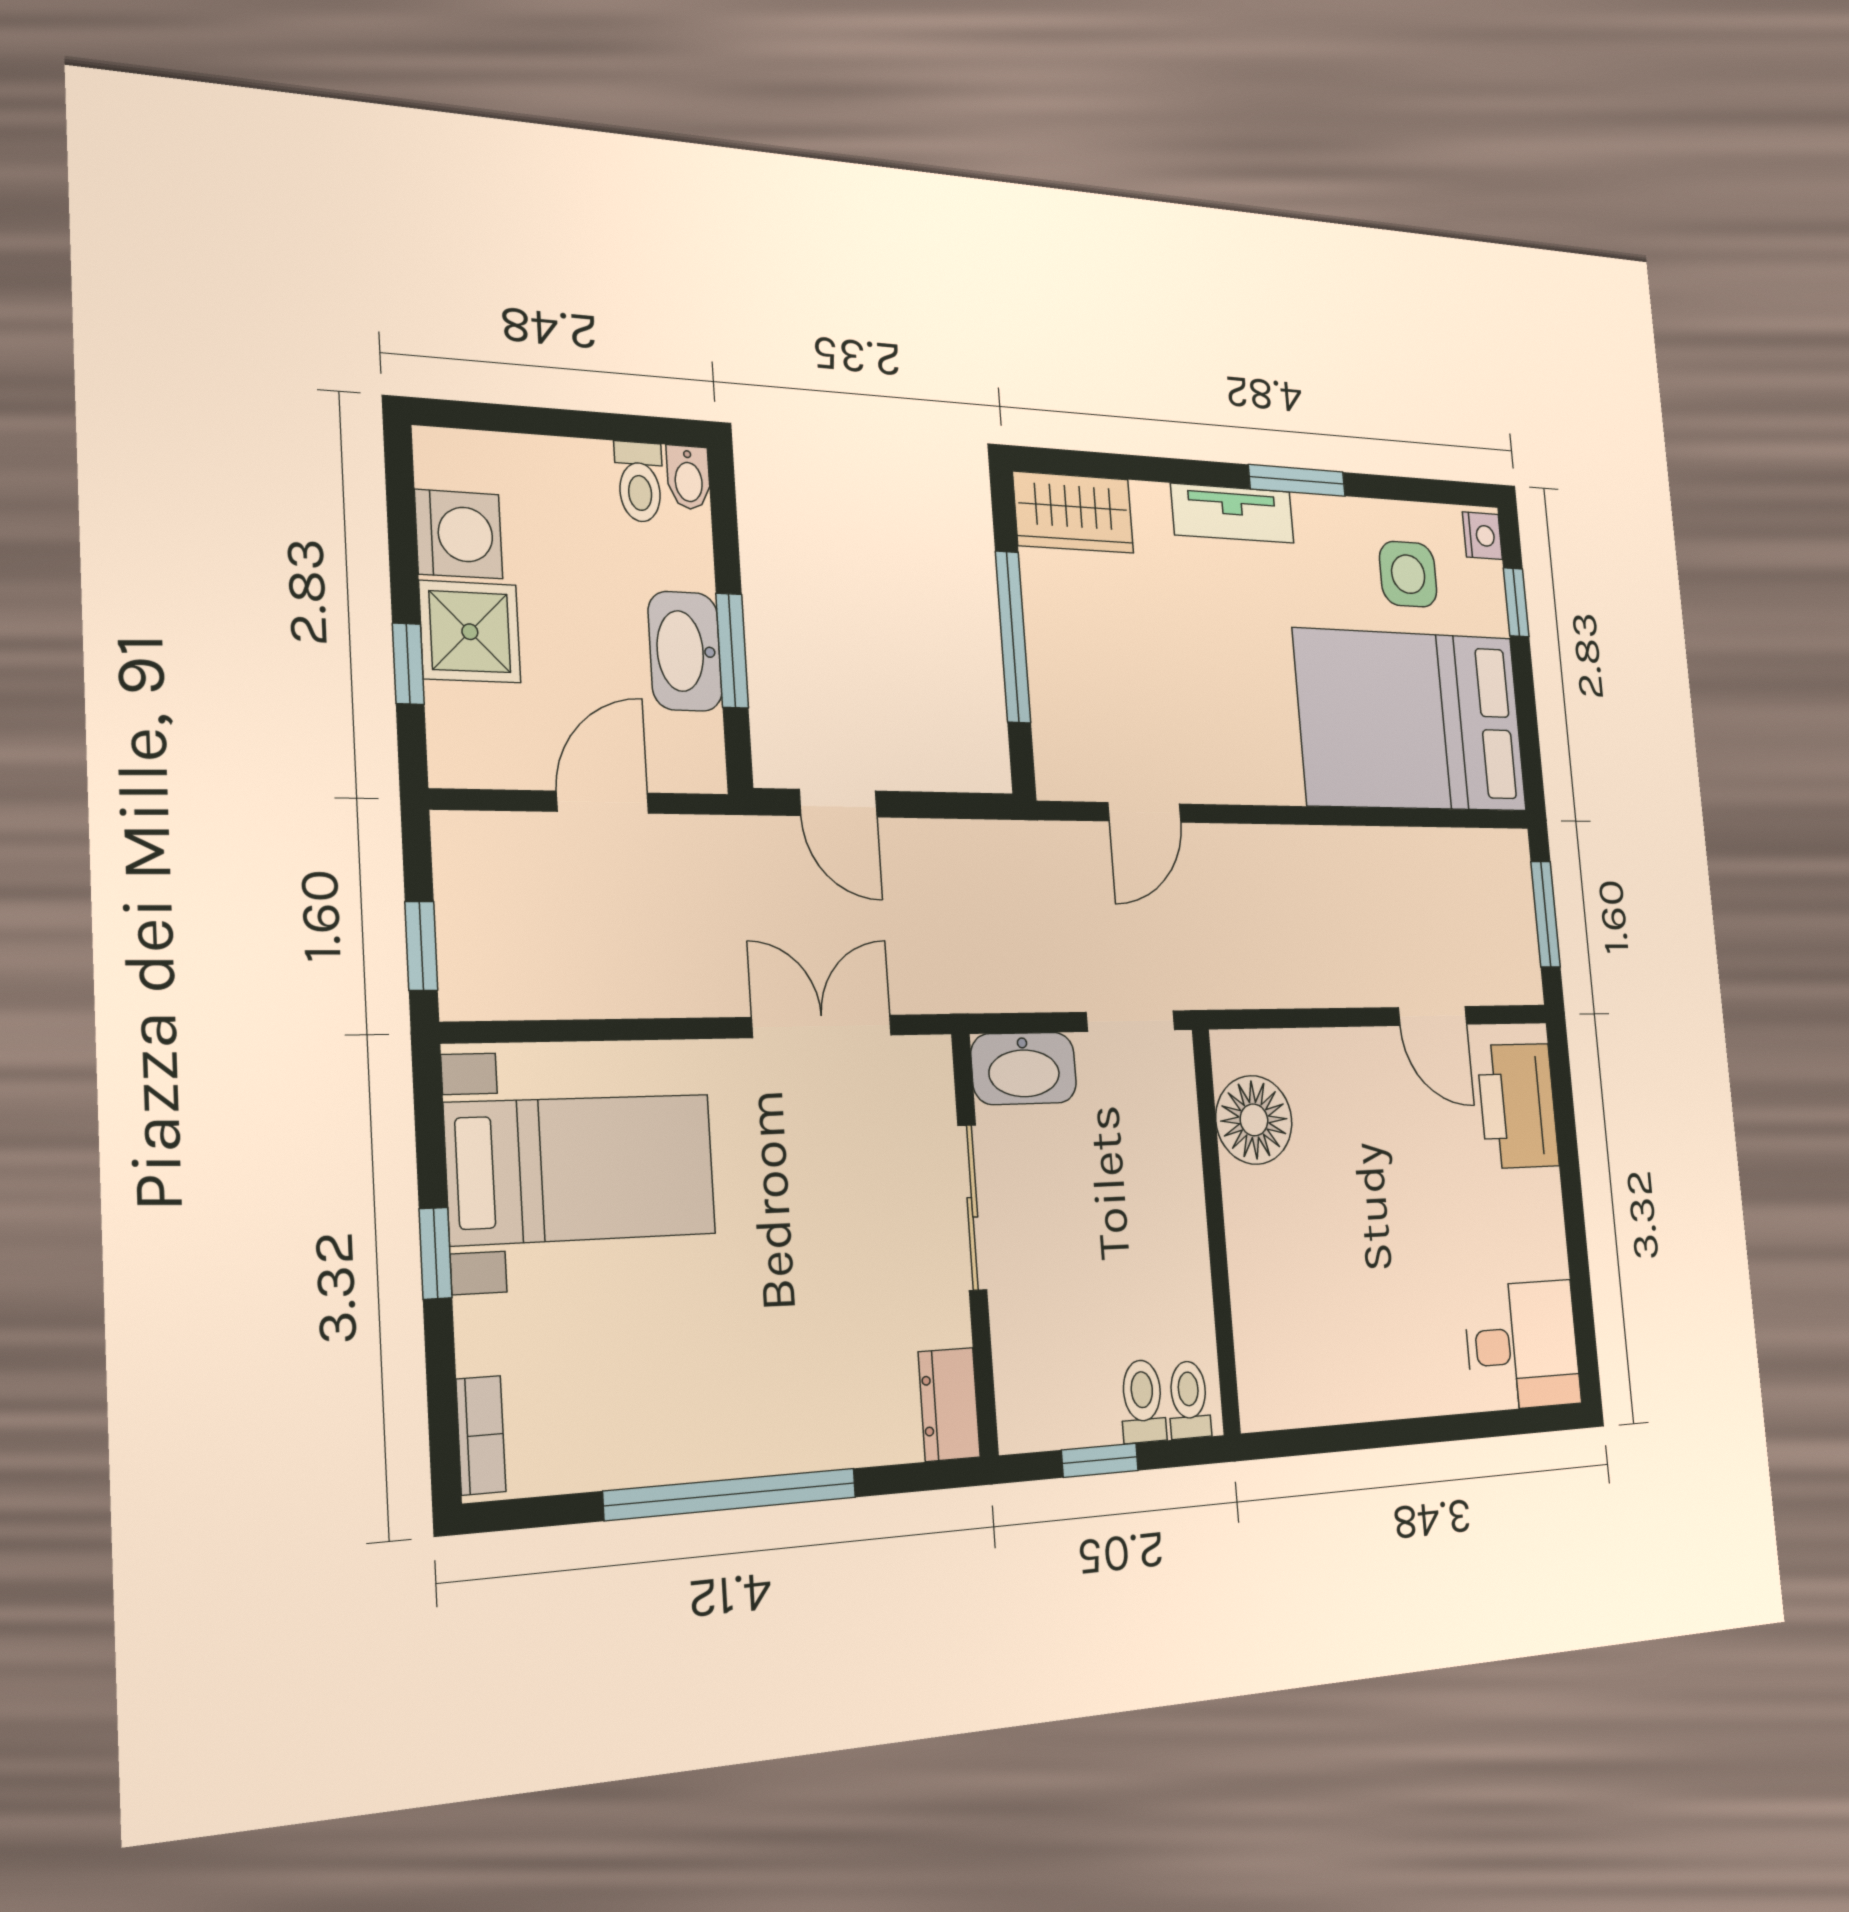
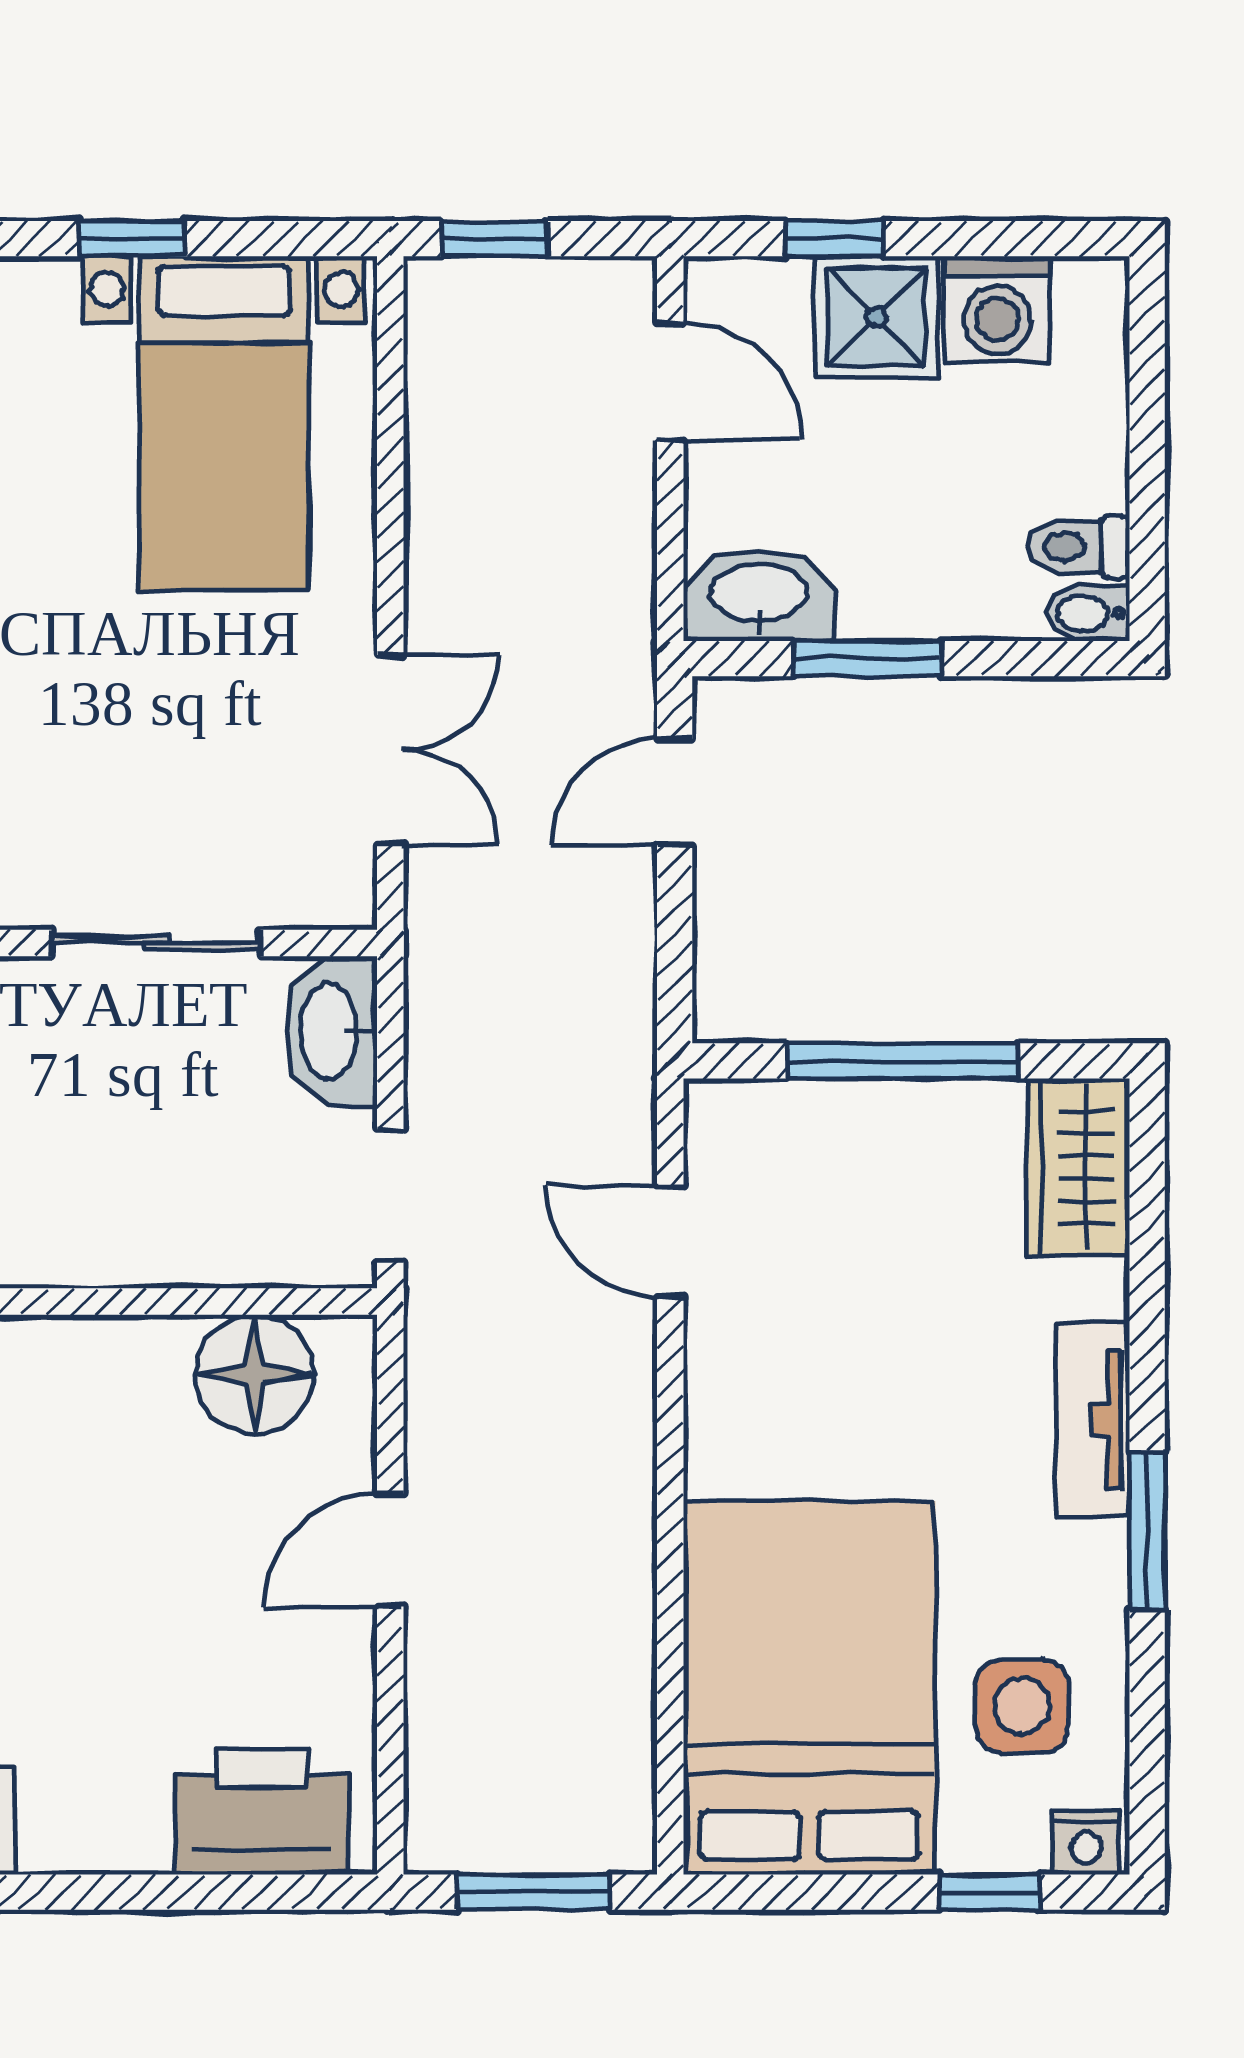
washbasin: (685, 651) -> (759, 595), moved
door: (603, 802) -> (670, 381), moved
door: (1433, 1016) -> (390, 1550), moved

